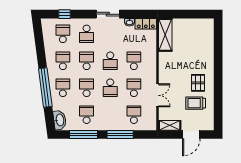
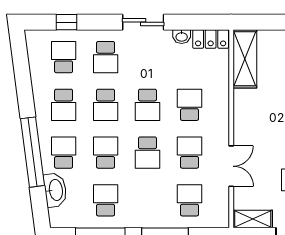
school desk: (63, 61) -> (64, 105), turned 180
school desk: (87, 61) -> (106, 105), turned 180
washbasin: (60, 120) -> (55, 190), moved

